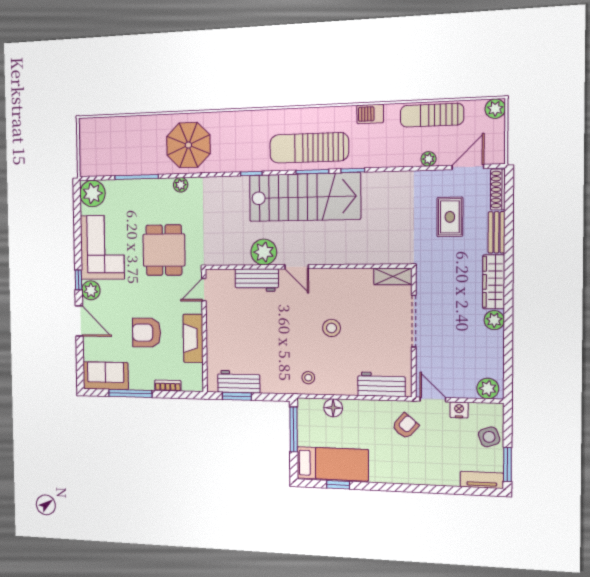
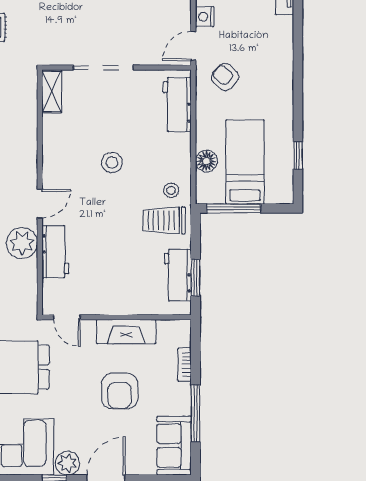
trolley: (283, 371) -> (164, 220), added
bed: (333, 464) -> (245, 162), moved

